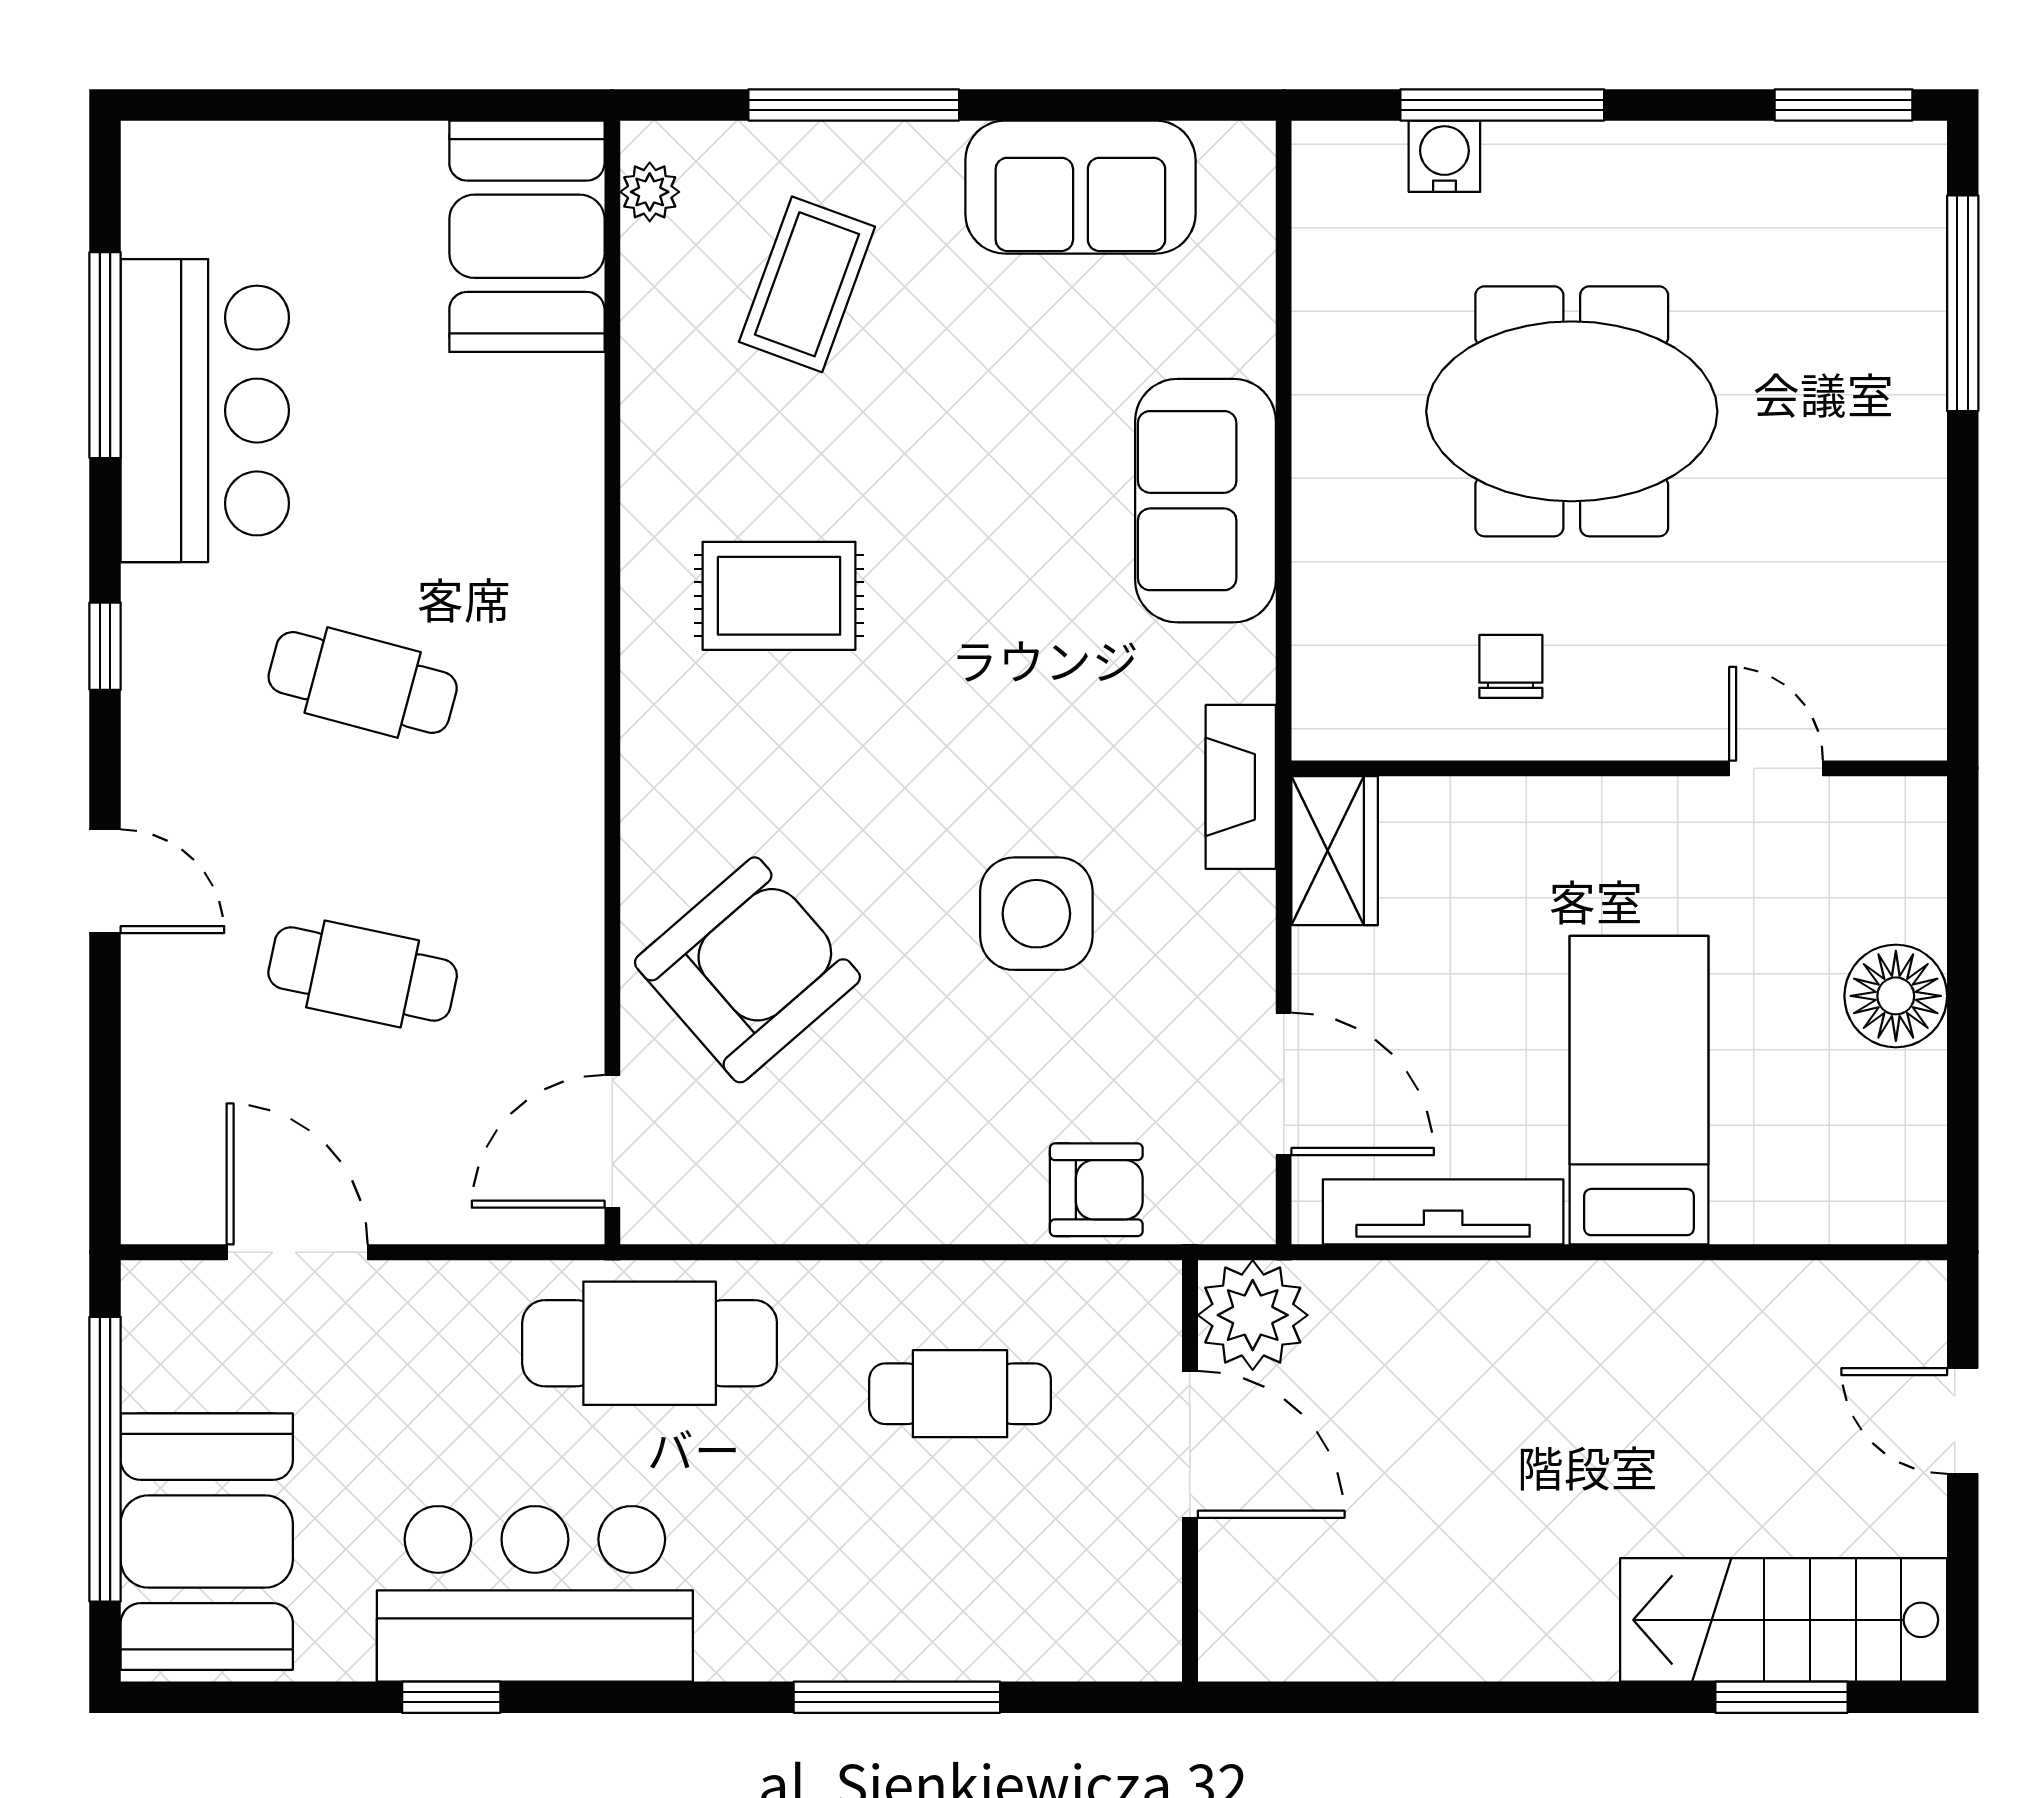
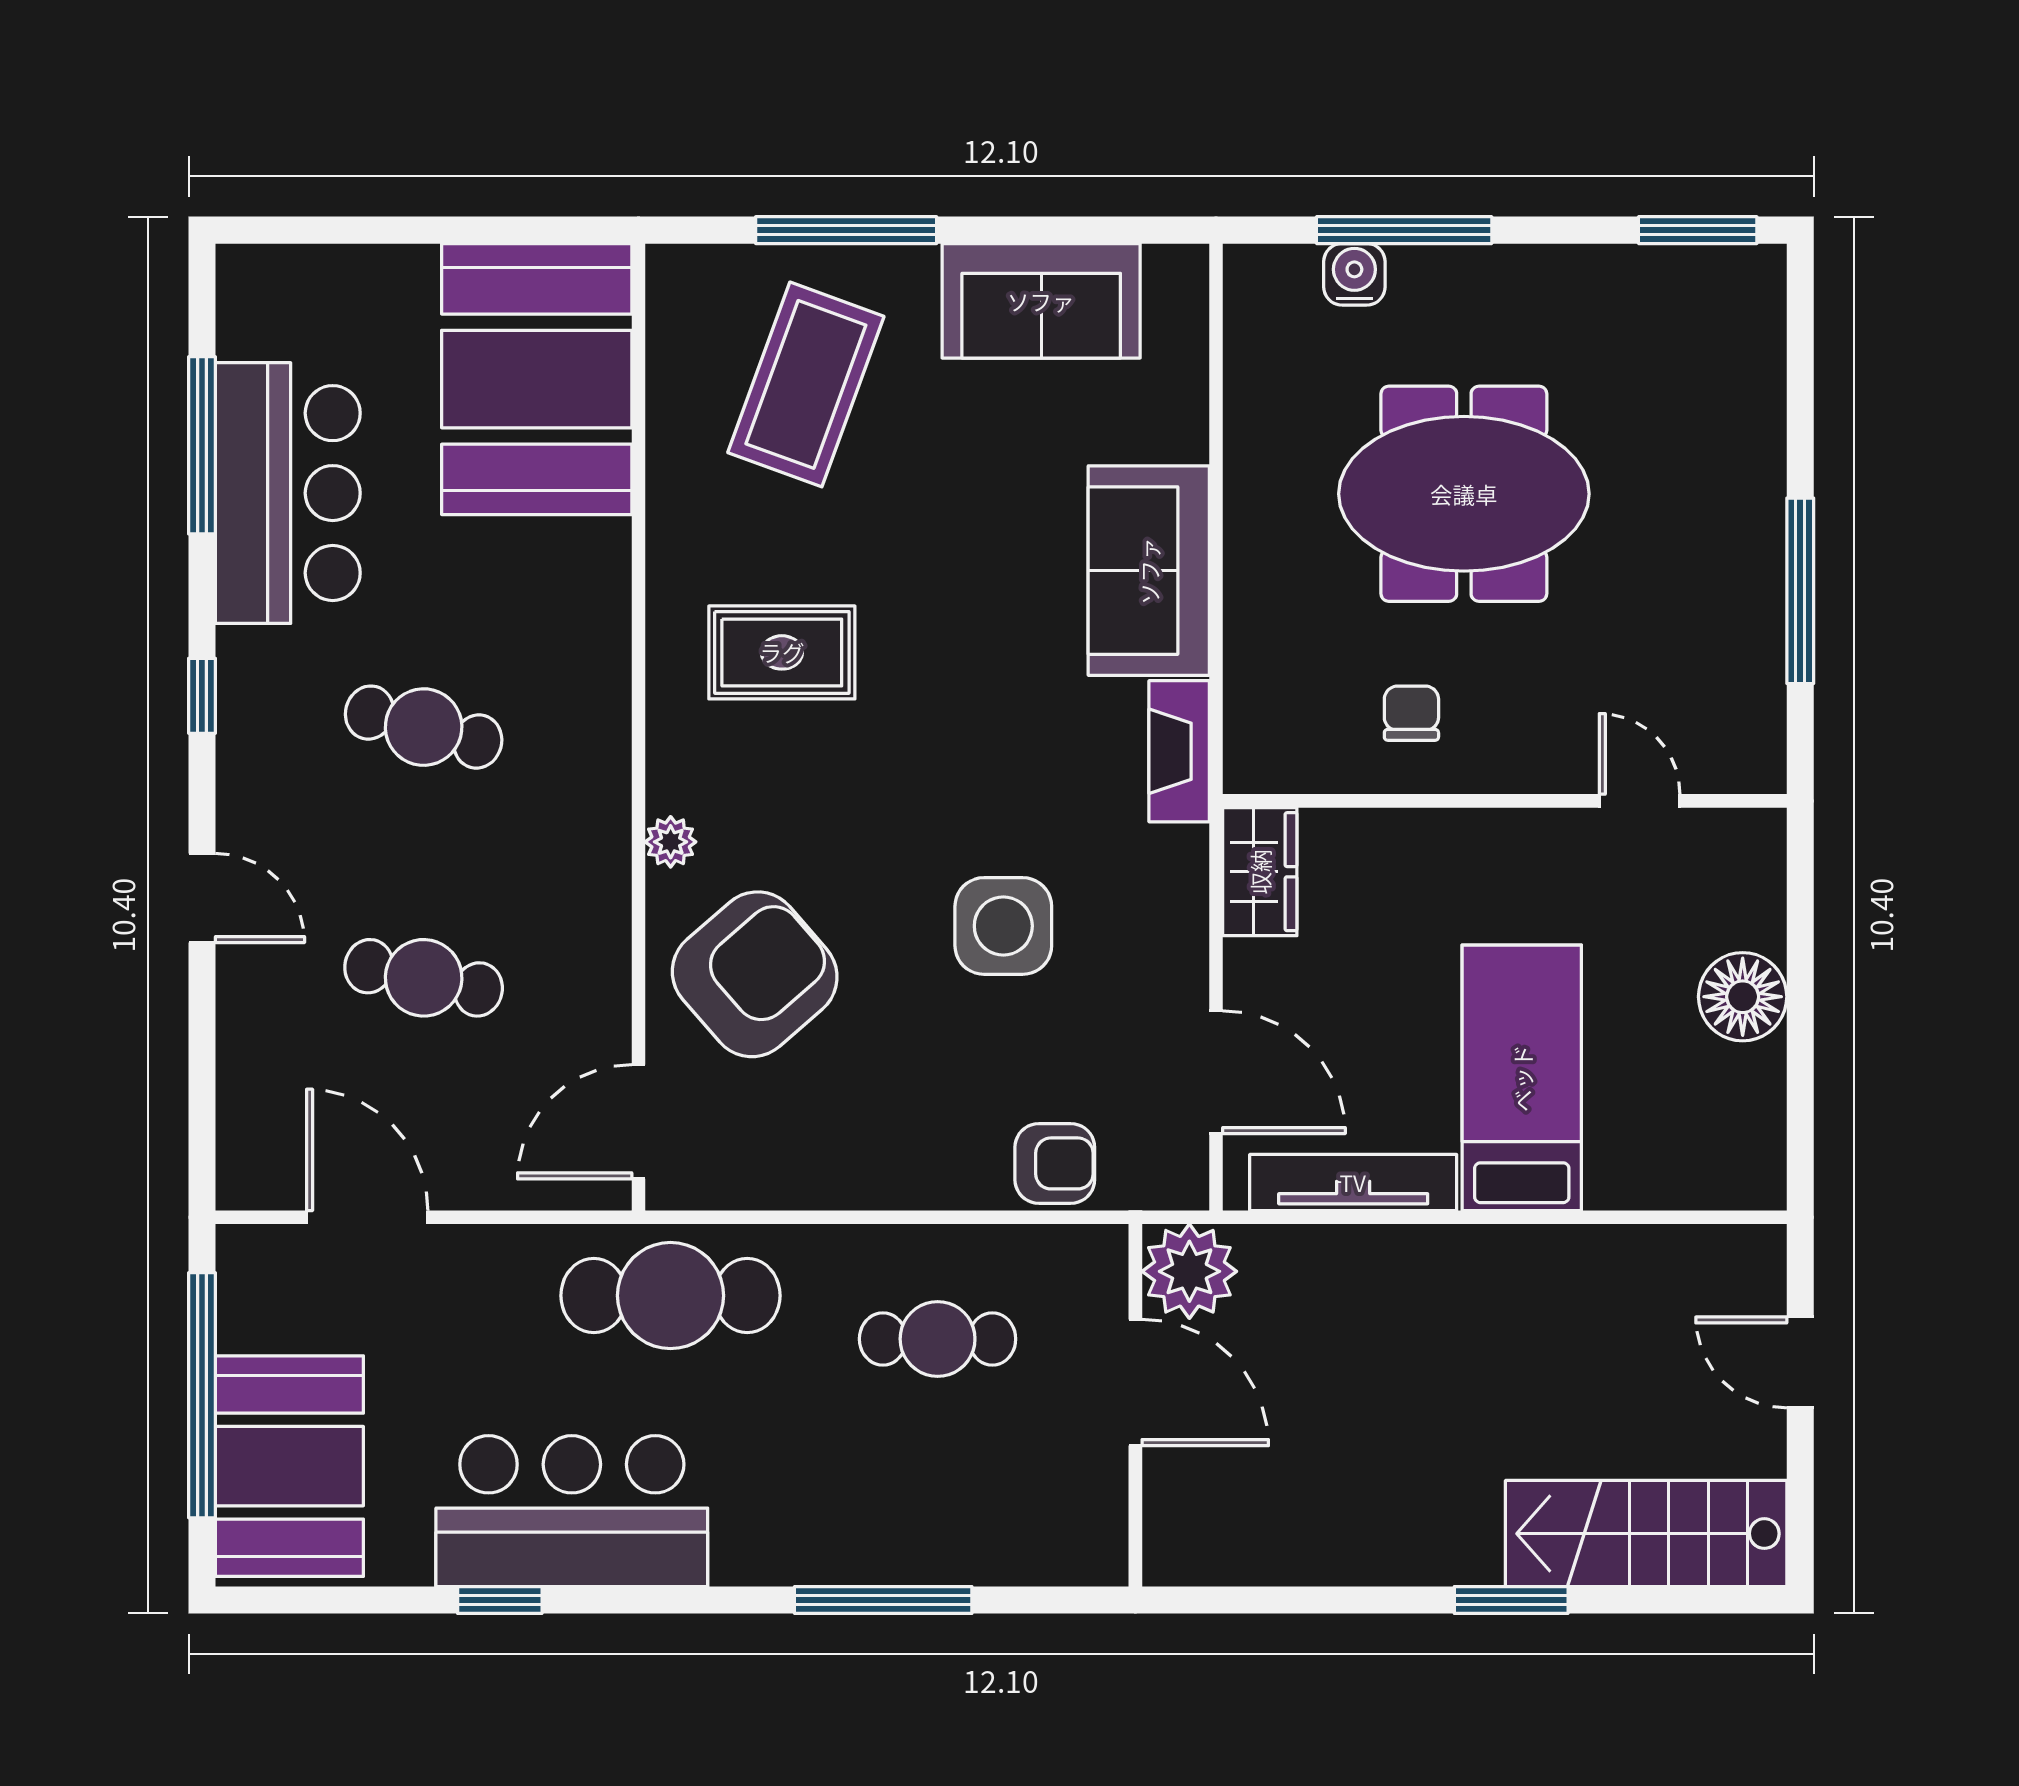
plant: (650, 192) -> (671, 842), moved
booth: (527, 236) -> (537, 379), width x1.36, depth x1.42
coffee table: (807, 284) -> (806, 384), width x1.36, depth x1.32
window: (1963, 303) -> (1800, 591), moved
fireplace: (1241, 787) -> (1179, 751), moved
window: (1782, 1697) -> (1511, 1600), moved

